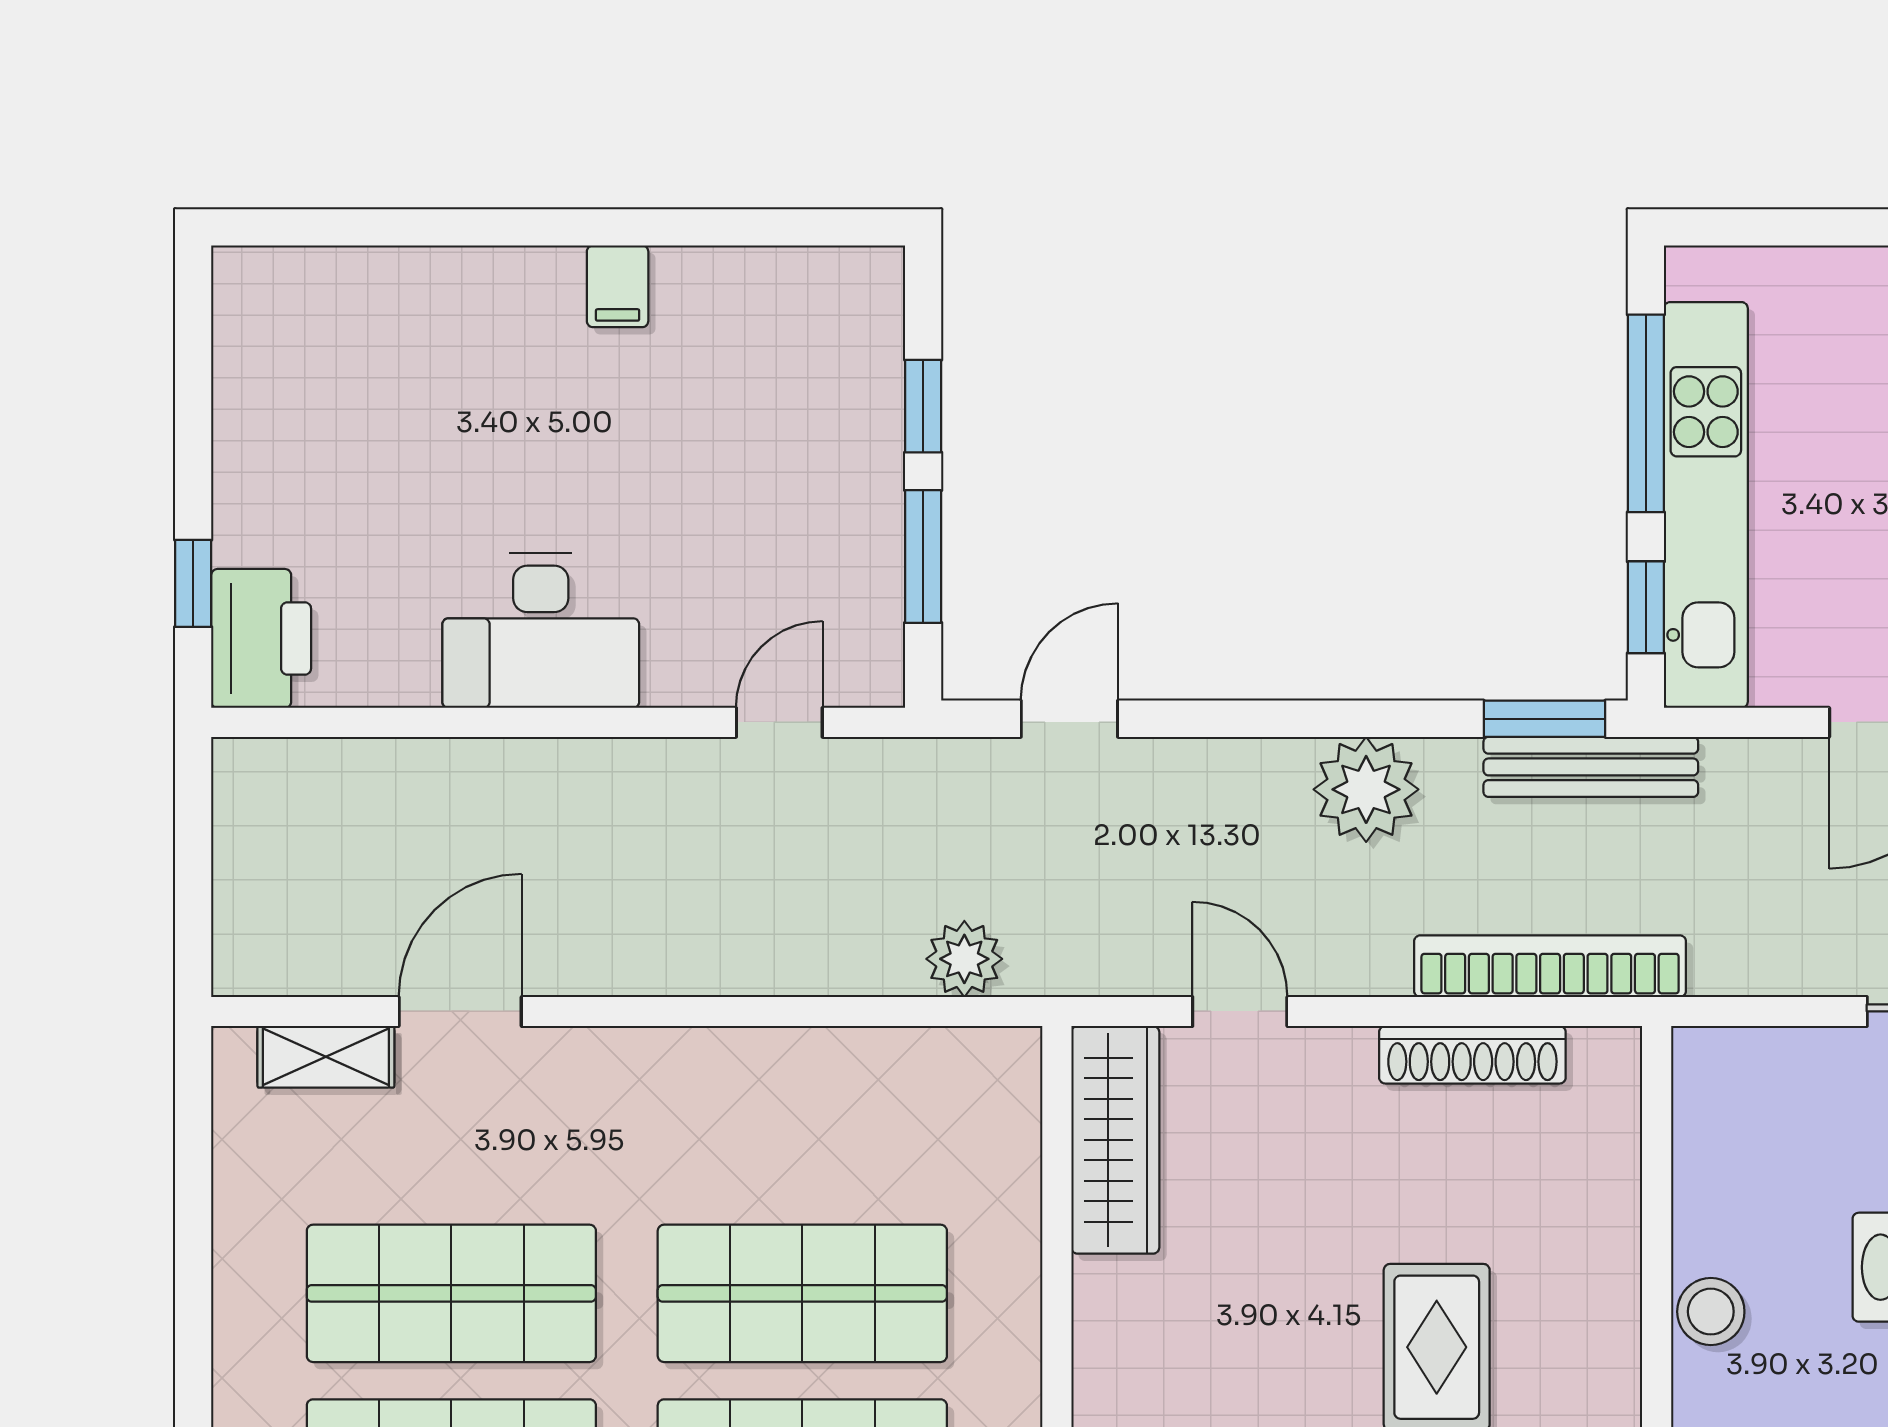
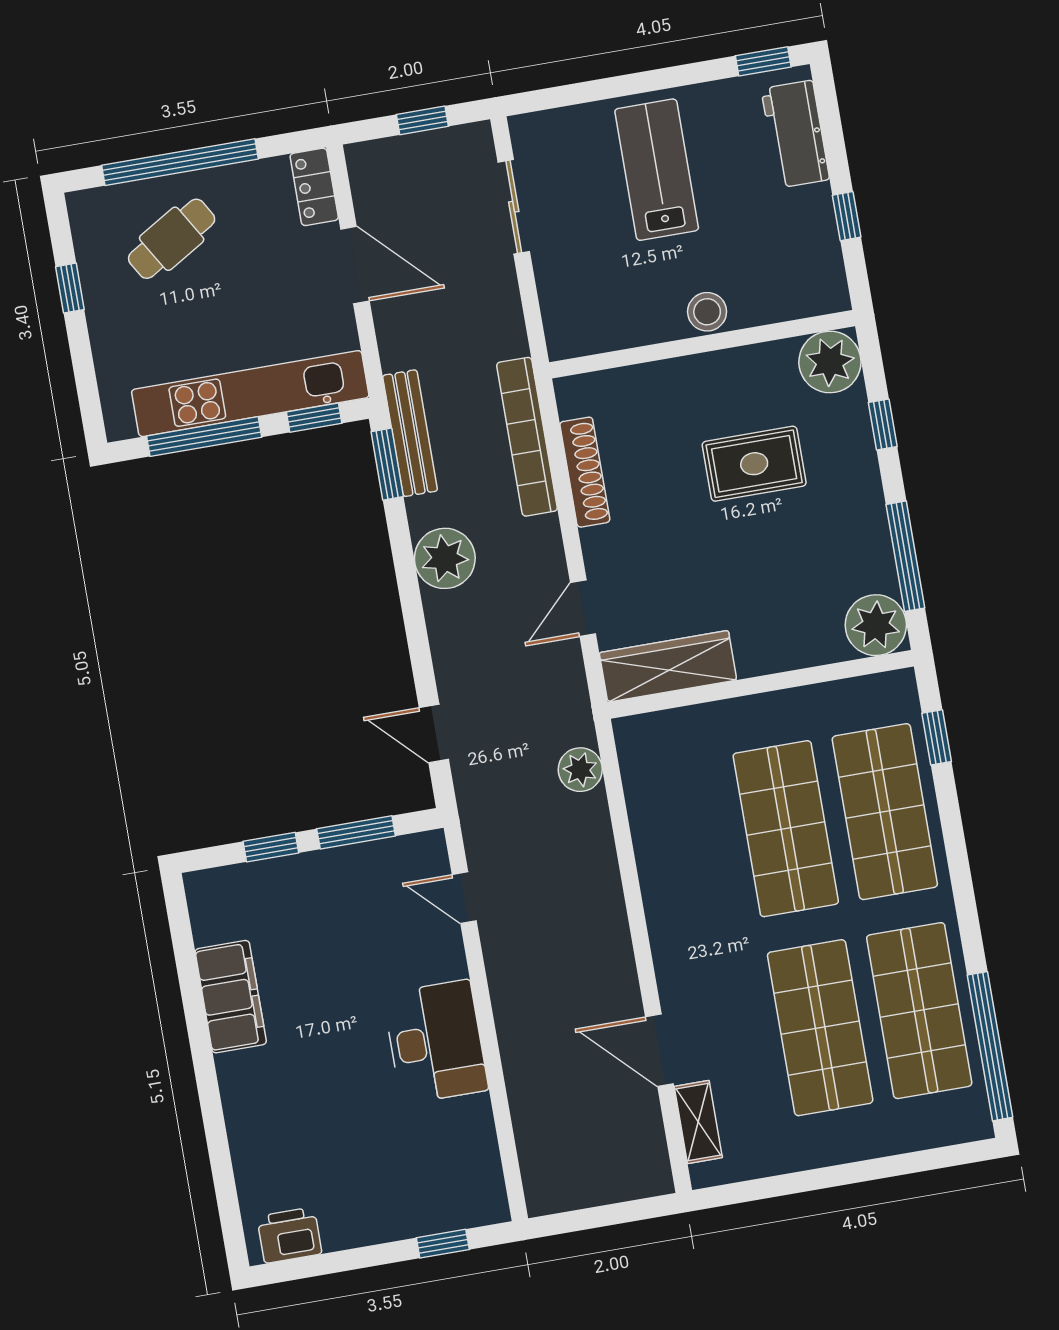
filing cabinet: (618, 286) -> (231, 997), width x3.00, depth x1.17
printer: (261, 638) -> (289, 1235), moved, width x0.73, depth x0.84

